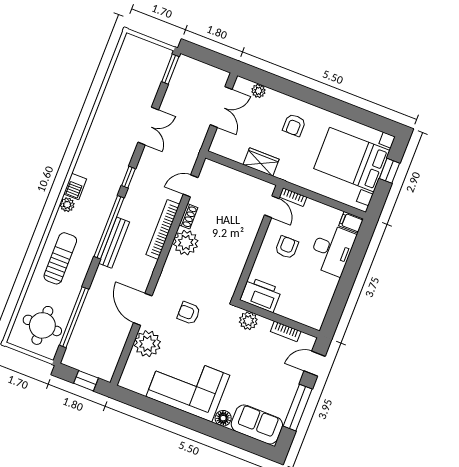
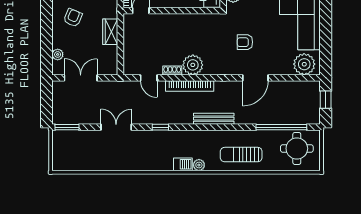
armchair: (294, 125) -> (73, 18), turned -67
window: (109, 227) -> (204, 127), removed
armchair: (189, 313) -> (245, 42), turned 90
plant: (147, 344) -> (304, 64), moved

